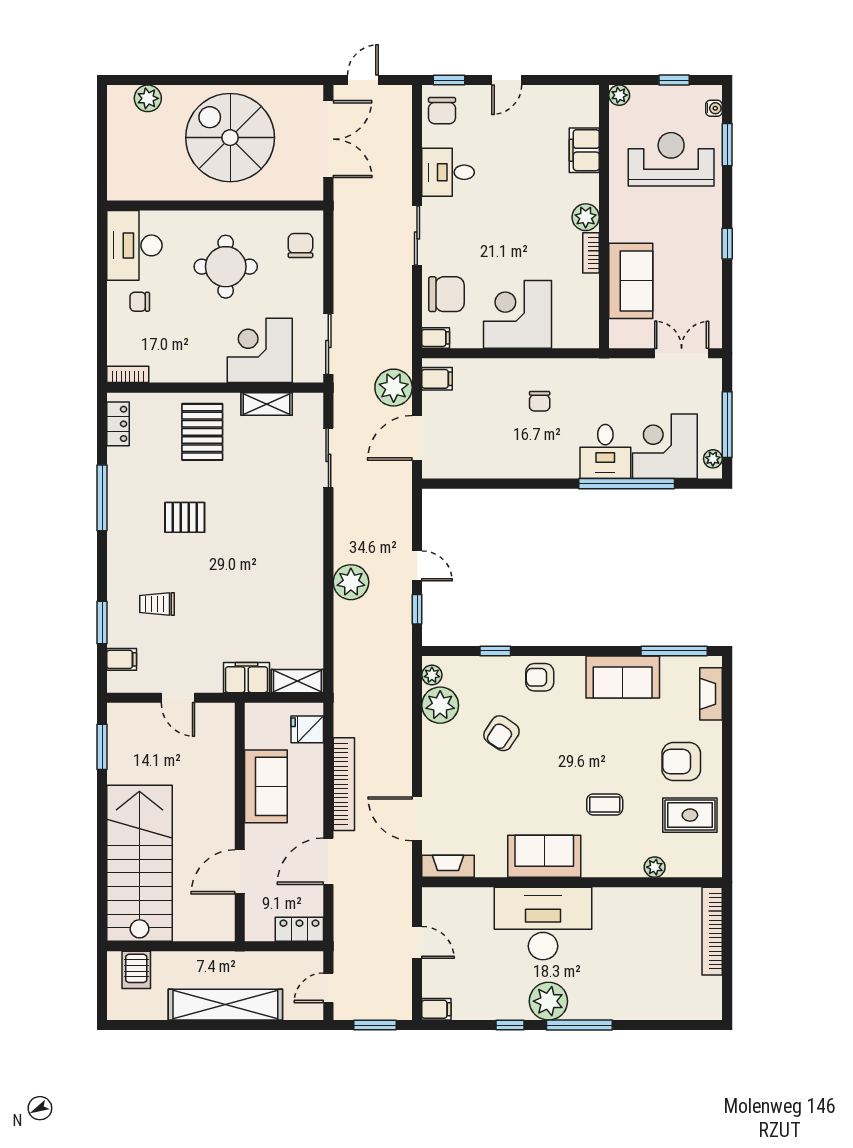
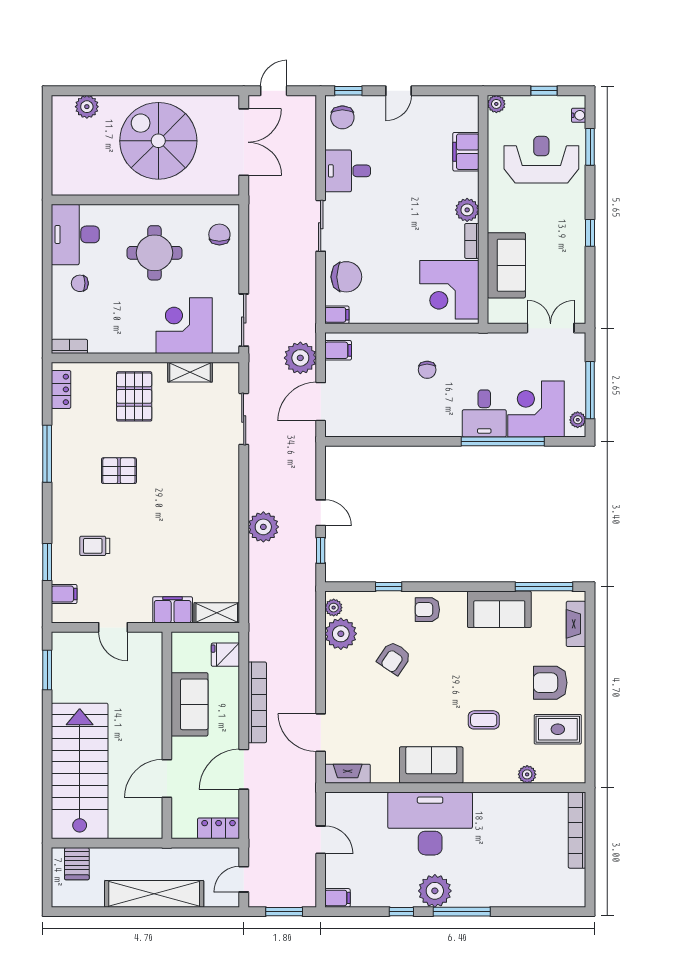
corner desk: (518, 314) -> (449, 290), moved, turned -90

